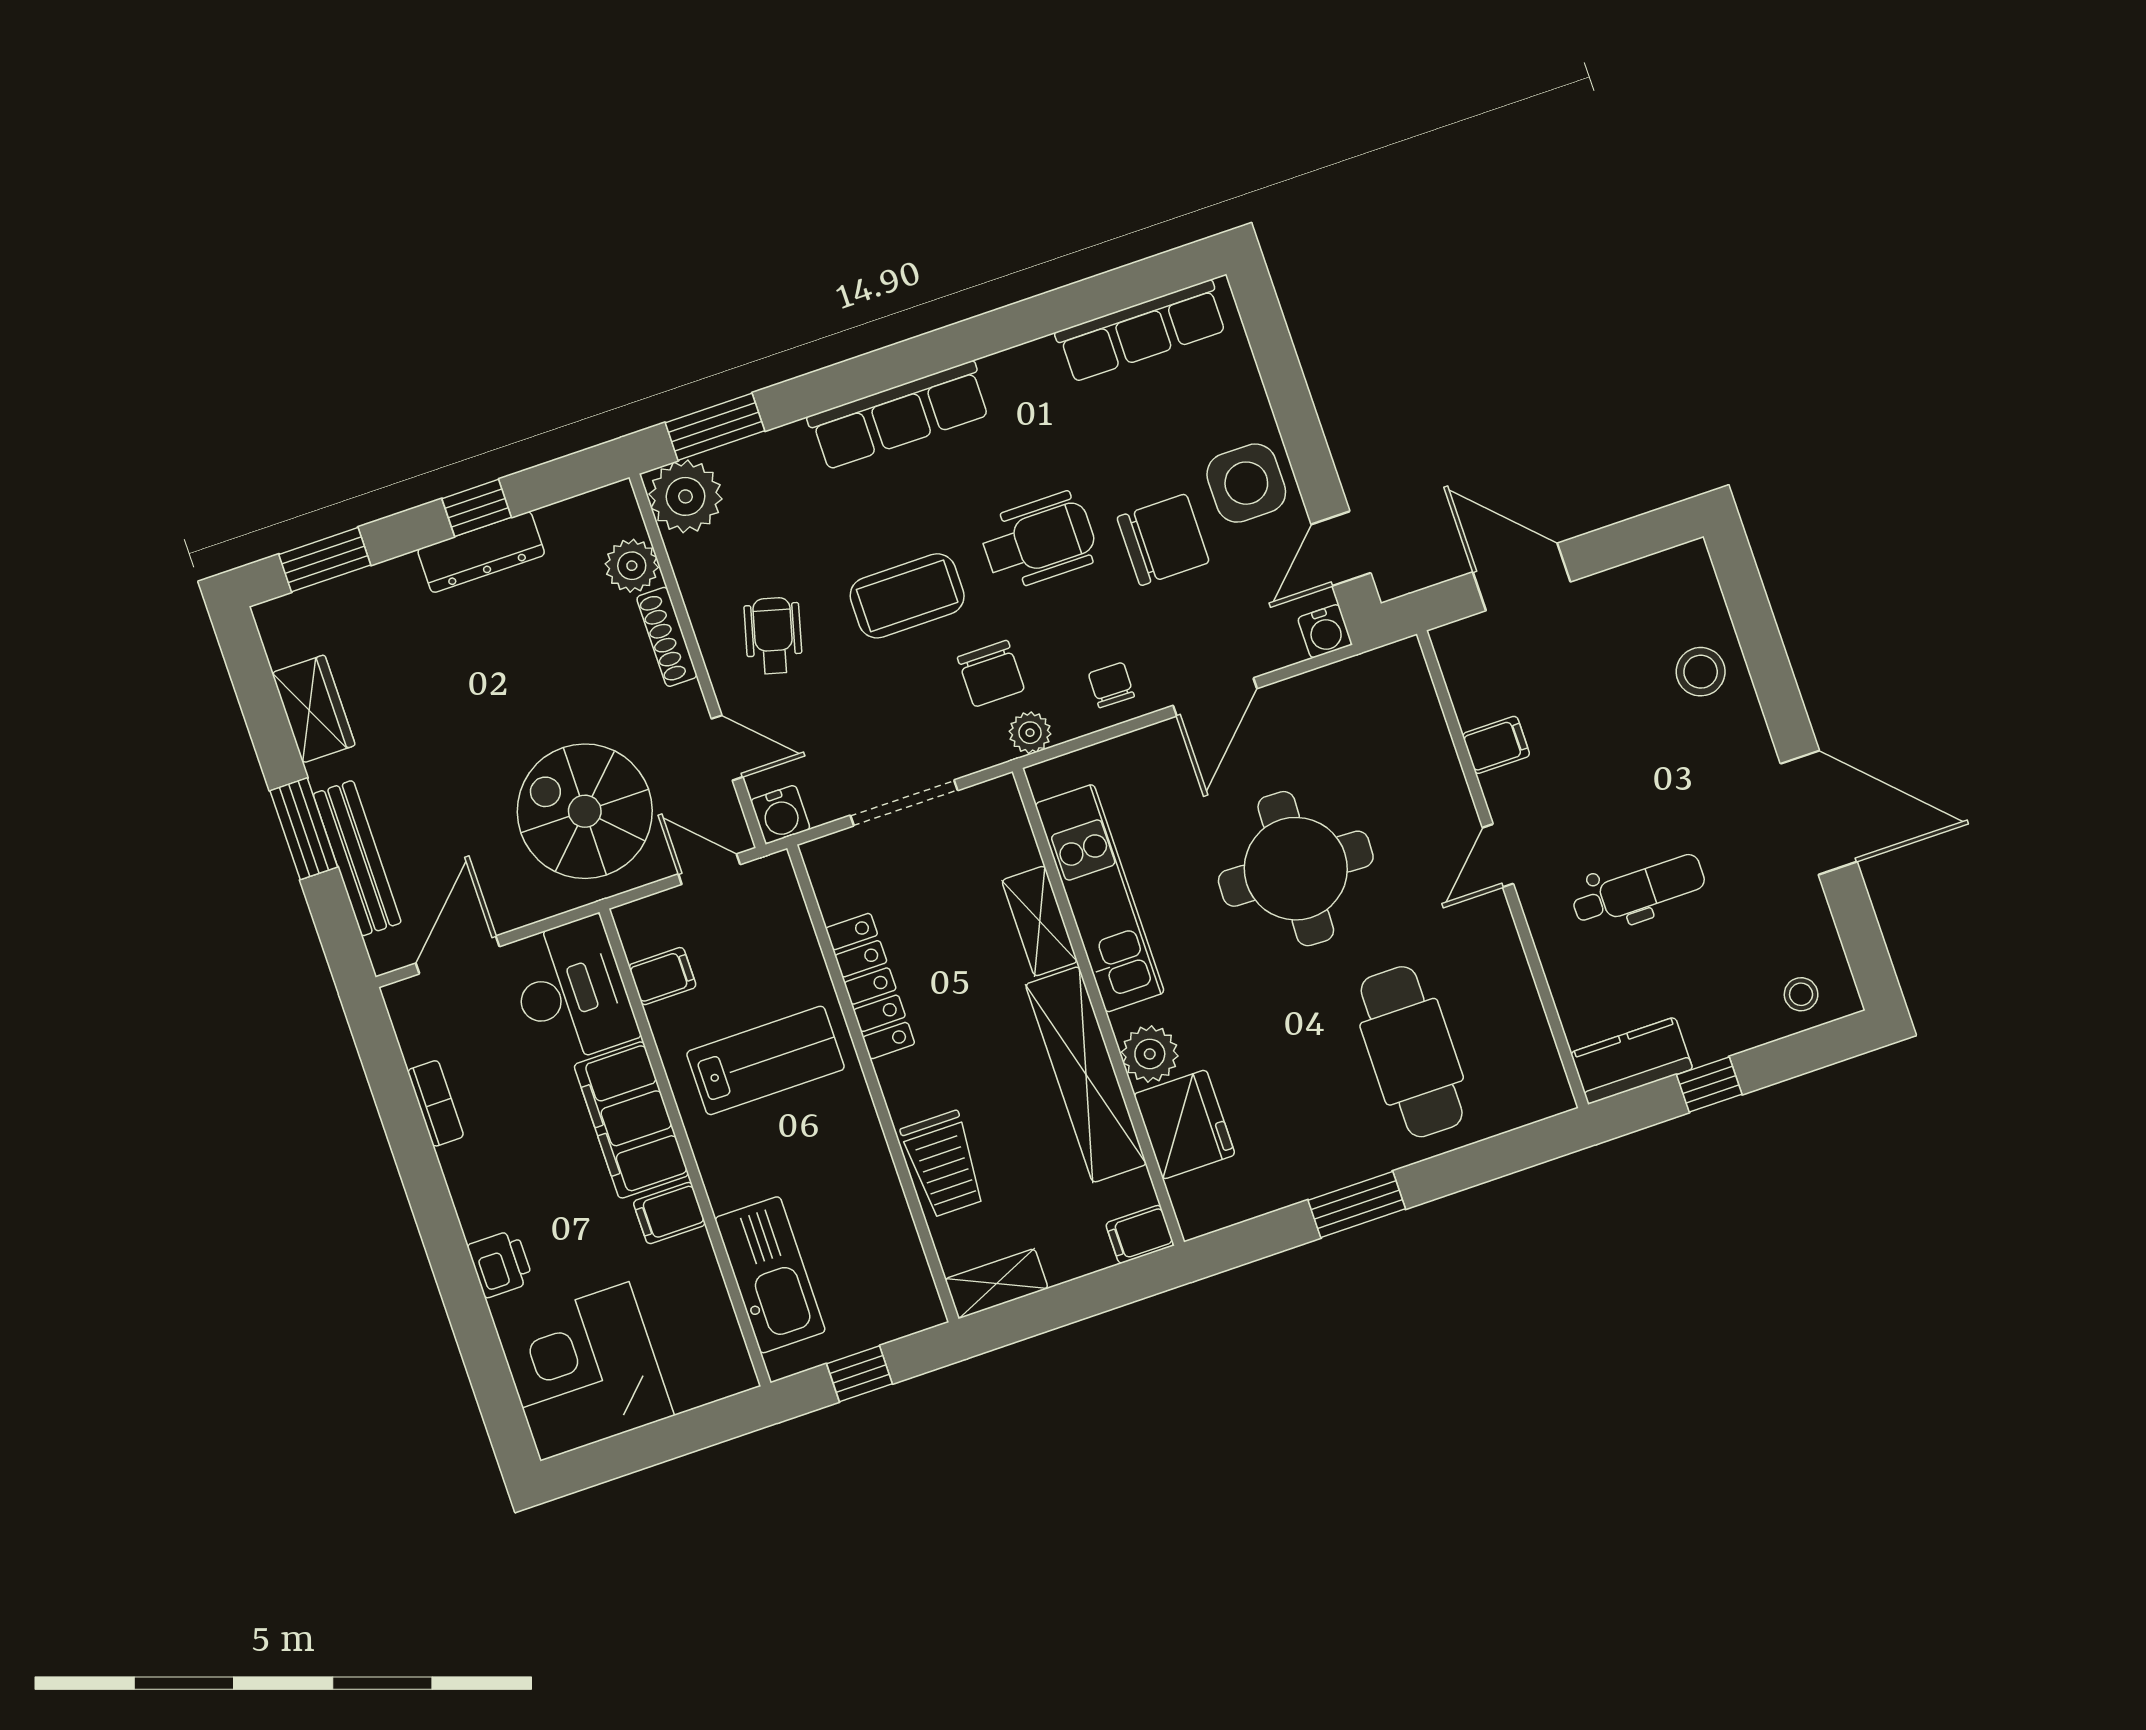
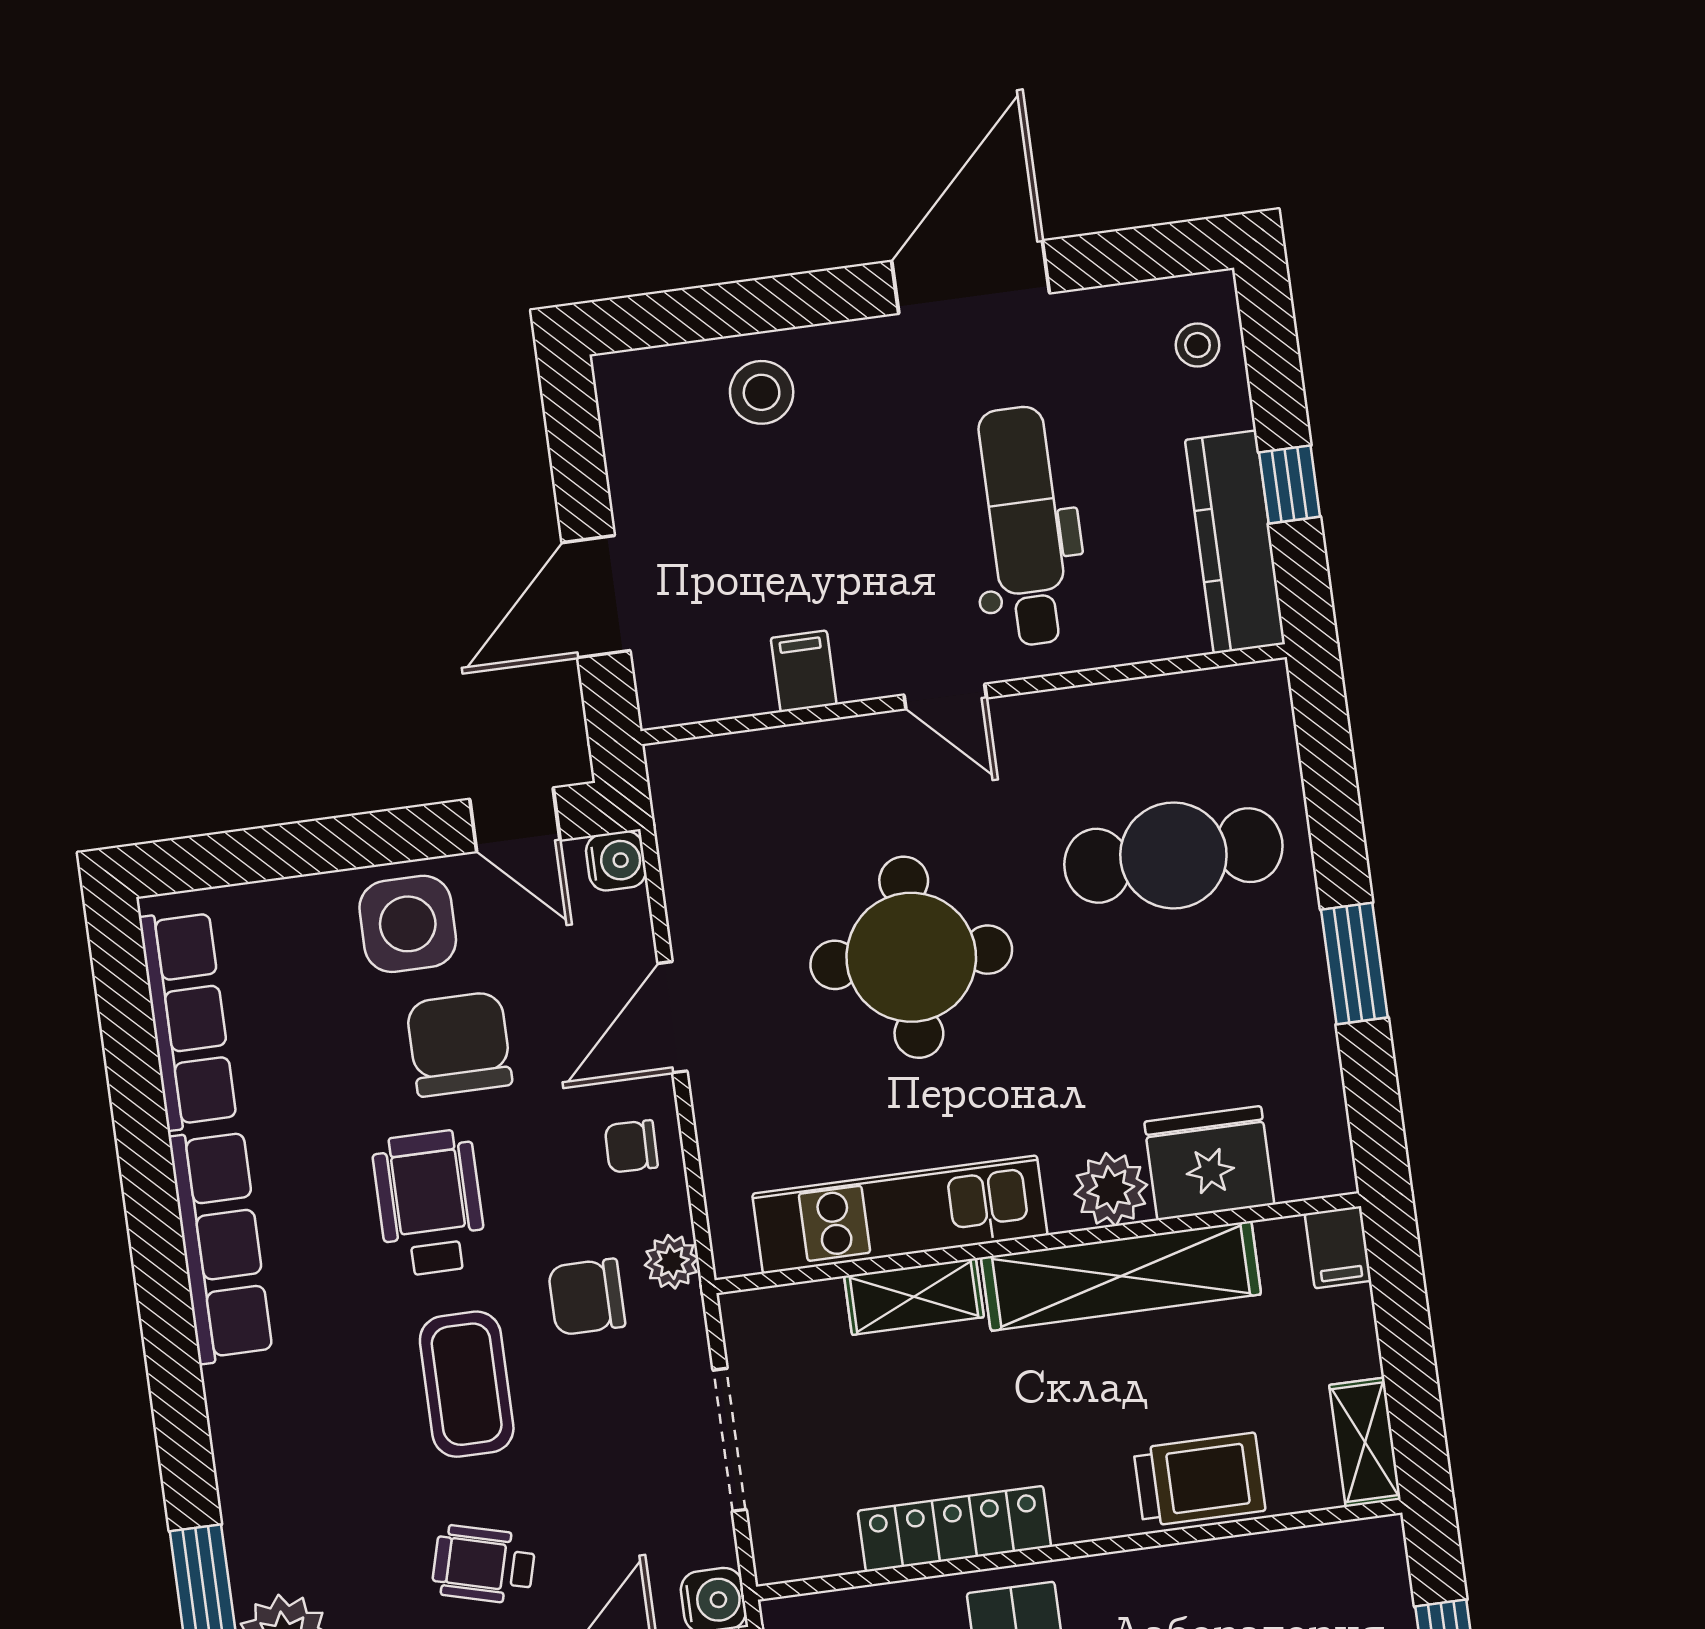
row of seats: (899, 415) -> (221, 1246), moved
chair: (991, 674) -> (587, 1297), turned 180
door: (1215, 697) -> (672, 1017), swing flipped
dental chair: (1638, 890) -> (1024, 526), width x1.36, depth x1.38
kitchen counter: (1631, 1061) -> (1235, 542), width x1.50

